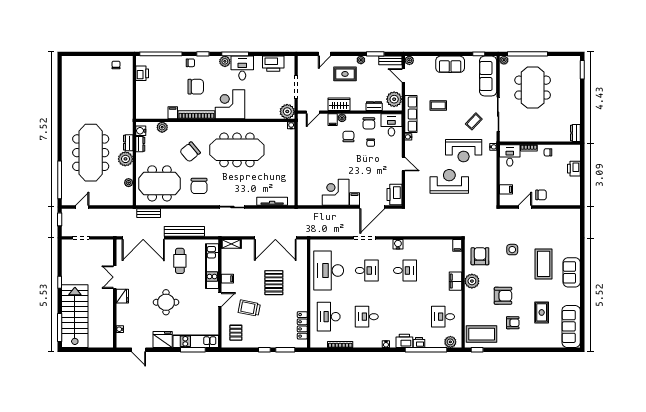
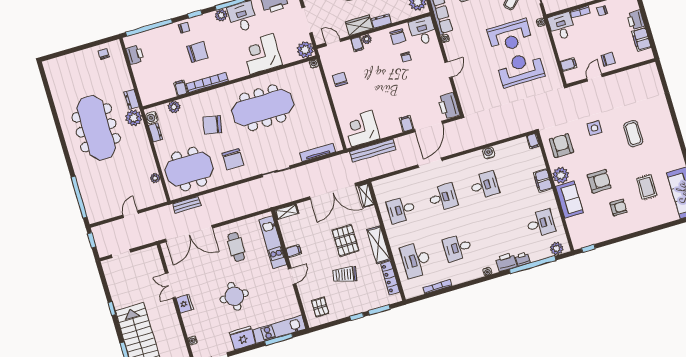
corner desk: (230, 104) -> (262, 54), moved
dresser: (374, 106) -> (381, 21), moved
door: (313, 112) -> (333, 42), swing flipped
chair: (348, 137) -> (340, 79), moved
dresser: (128, 143) -> (132, 99), moved
chair: (190, 152) -> (212, 125), turned 51
meeting table: (91, 153) -> (96, 128), moved
plant: (125, 159) -> (134, 118), moved
door: (403, 164) -> (448, 70), hinge flipped
reception desk: (449, 181) -> (521, 69), moved
filing cabinet: (574, 186) -> (641, 39), added
corner desk: (336, 192) -> (362, 129), moved
door: (82, 207) -> (131, 214), moved
bench: (184, 231) -> (373, 151), moved
water cooler: (398, 244) -> (489, 153), moved
shelving: (302, 249) -> (366, 195), added
coffee table: (544, 264) -> (633, 134), width x0.73, depth x0.76
desk: (329, 270) -> (401, 210), width x0.53, depth x0.77
sofa: (572, 272) -> (569, 200), moved, turned 180
shelving: (301, 294) -> (378, 245), added
trolley: (249, 308) -> (345, 275), moved
desk: (443, 317) -> (541, 223), turned 180
coffee table: (482, 334) -> (588, 230), removed

